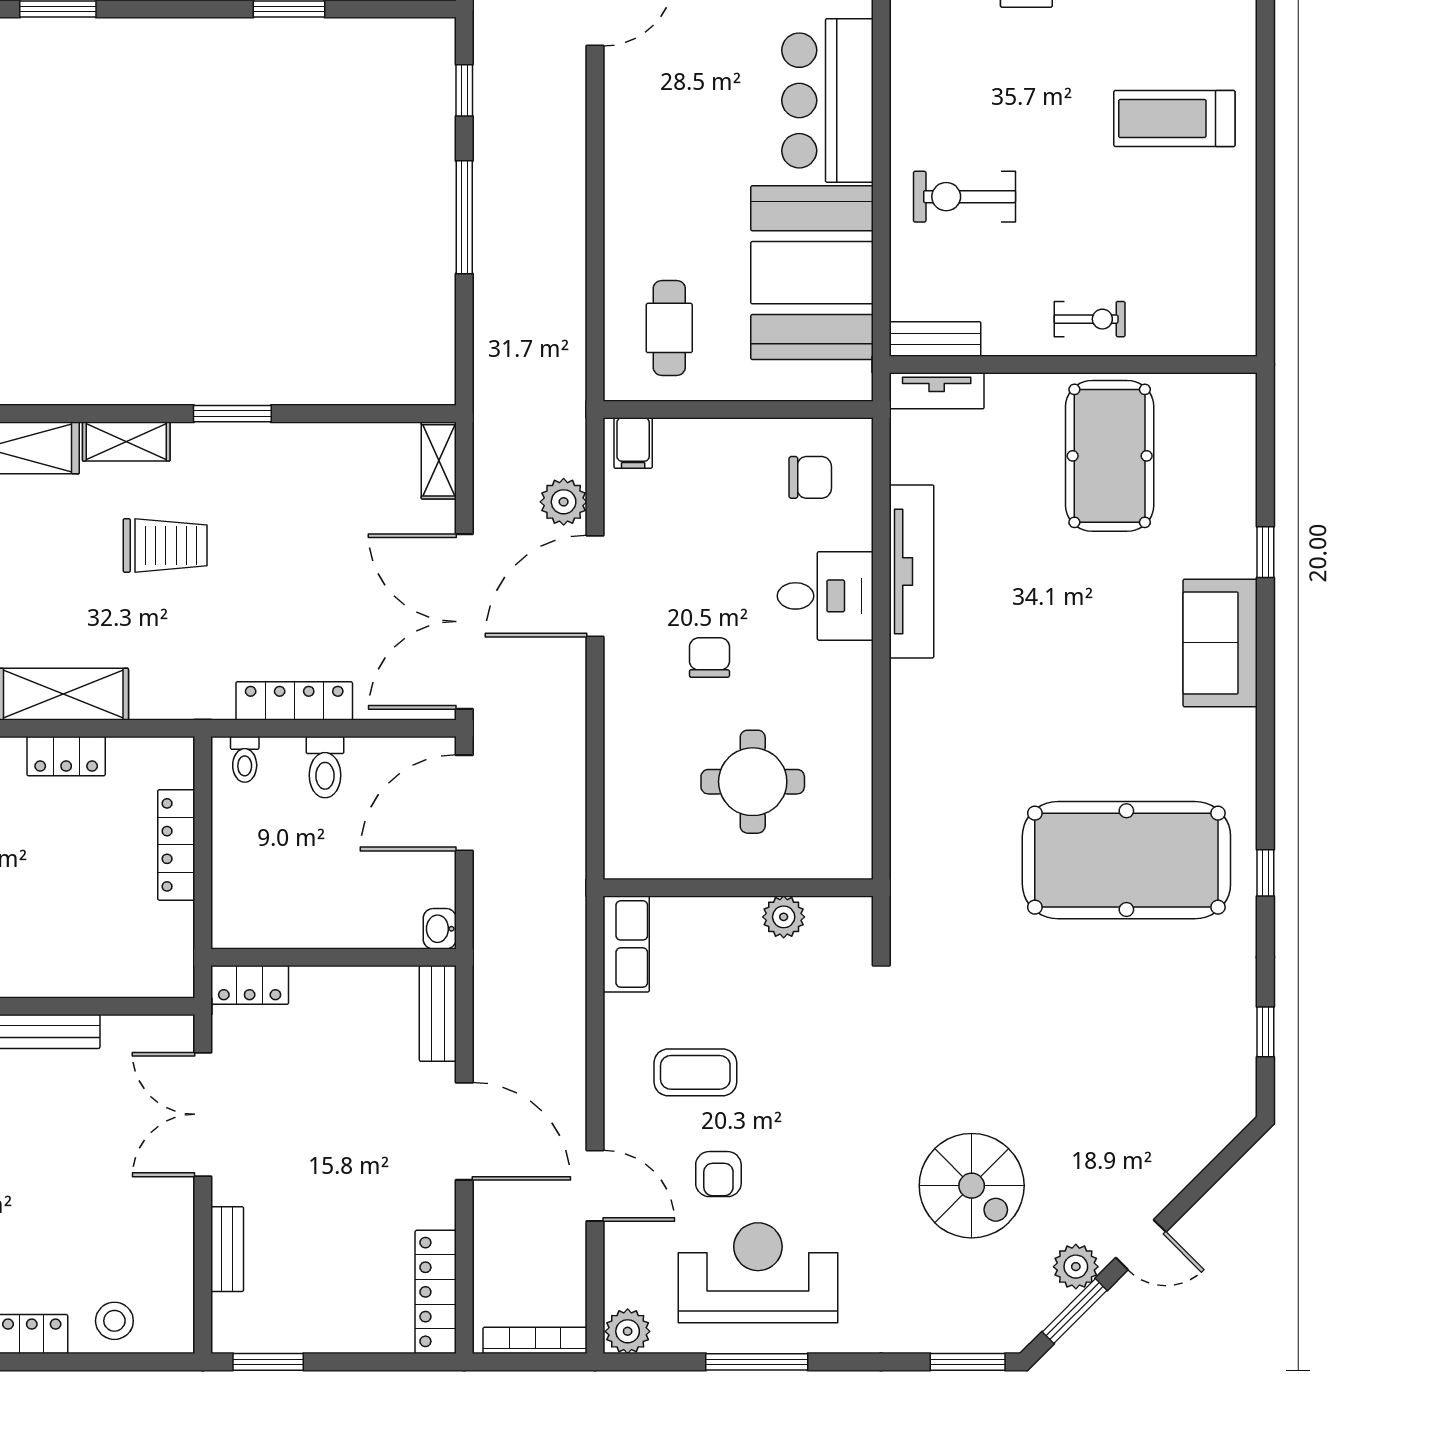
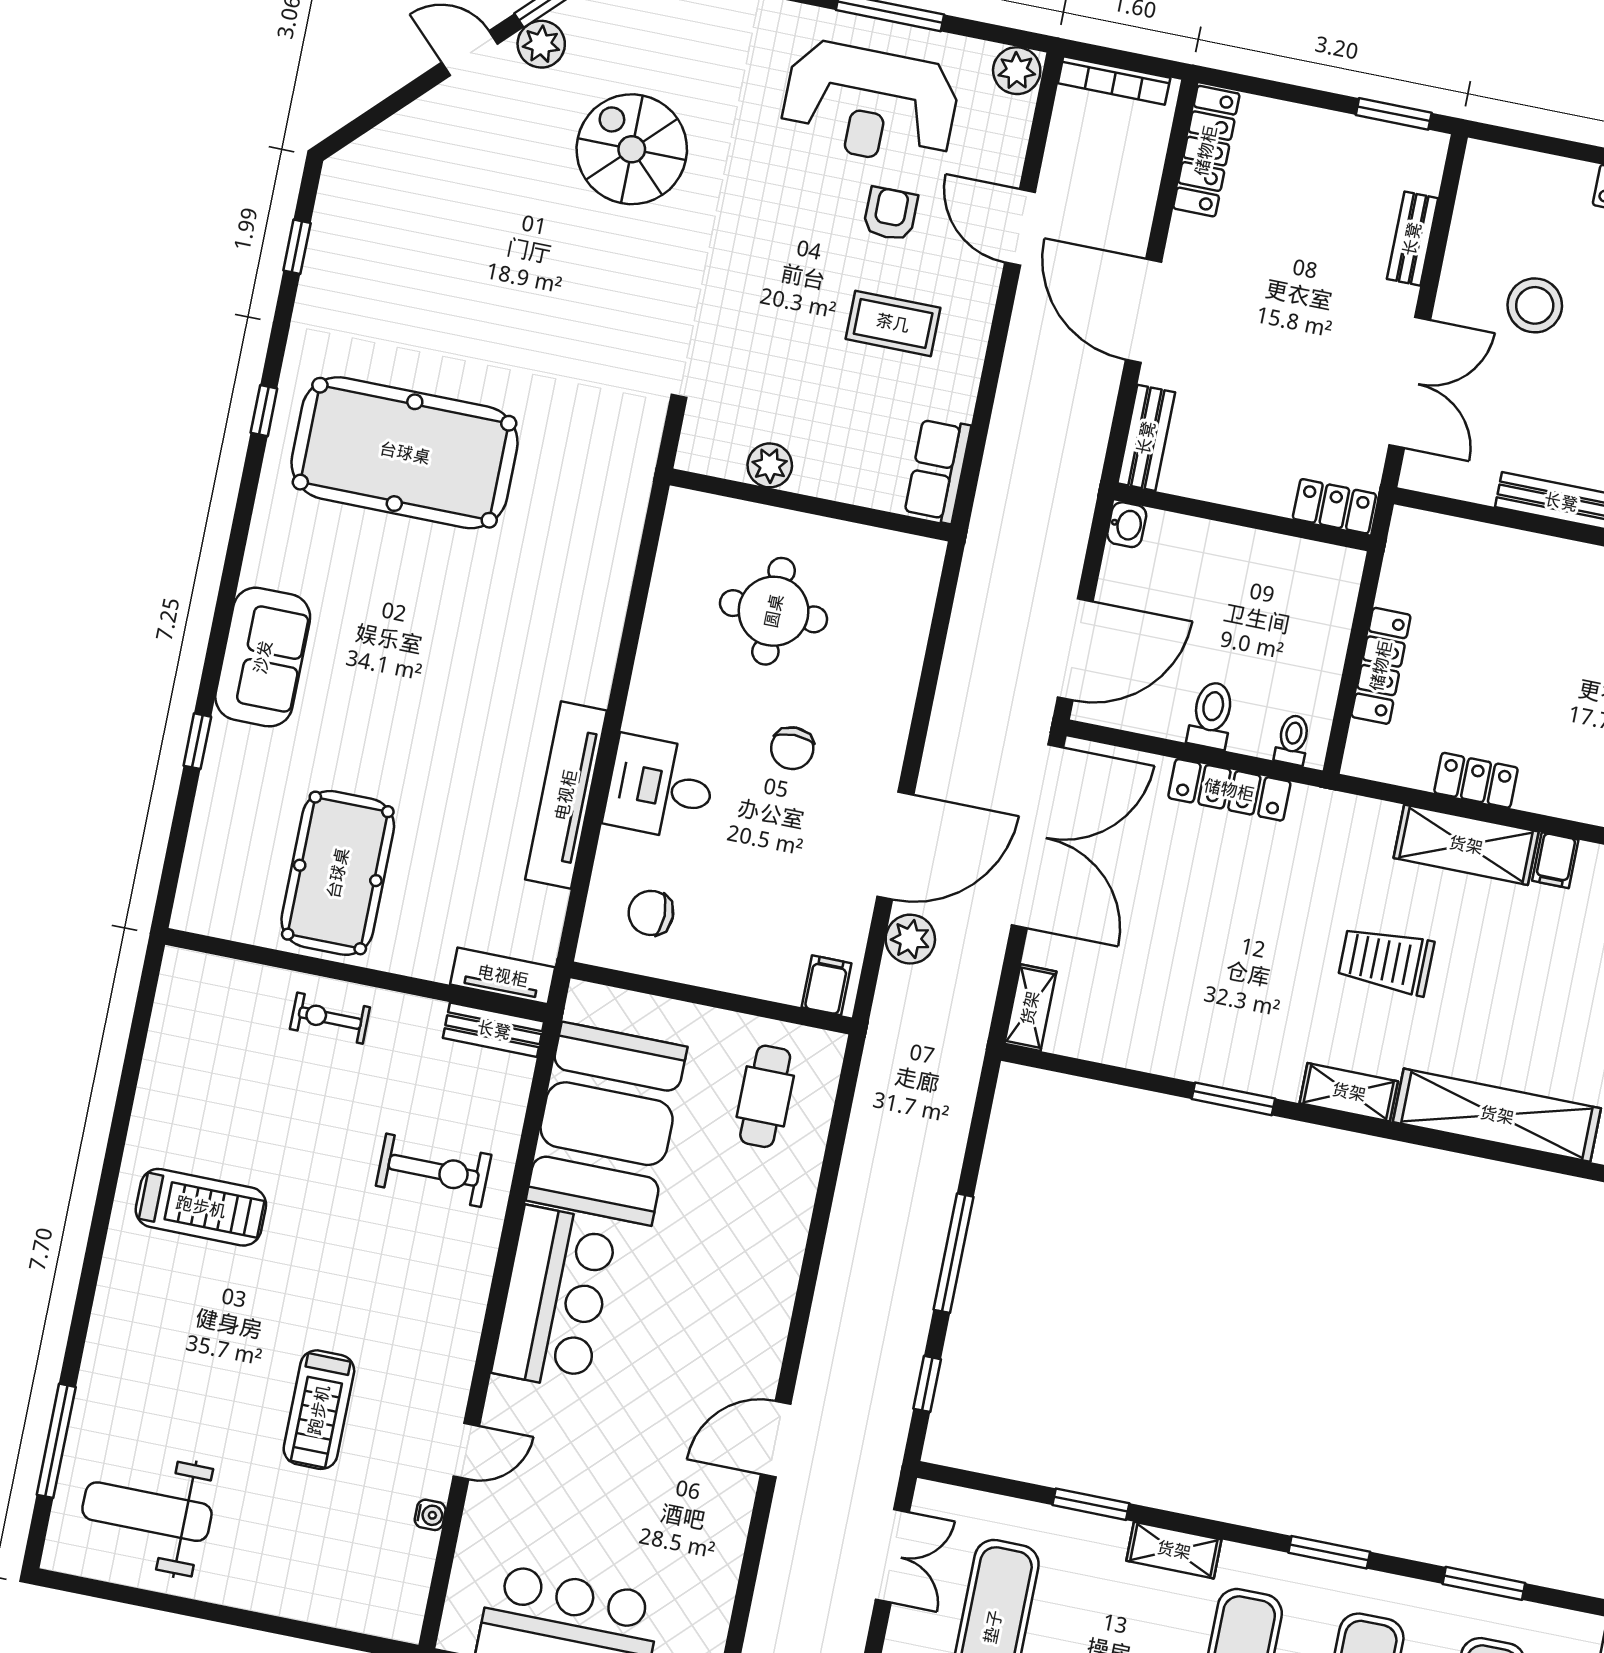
trolley: (165, 545) -> (1386, 961), moved
stool: (114, 1321) -> (1535, 305), moved, width x1.38, depth x1.38

